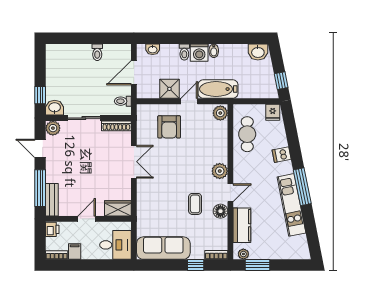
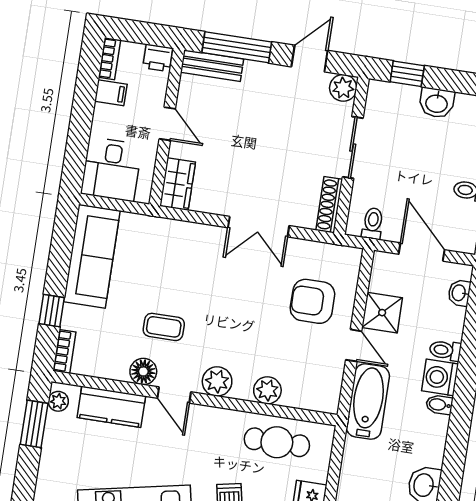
washbasin: (55, 108) -> (437, 103), moved, turned 90
plant: (220, 113) -> (267, 390), moved

